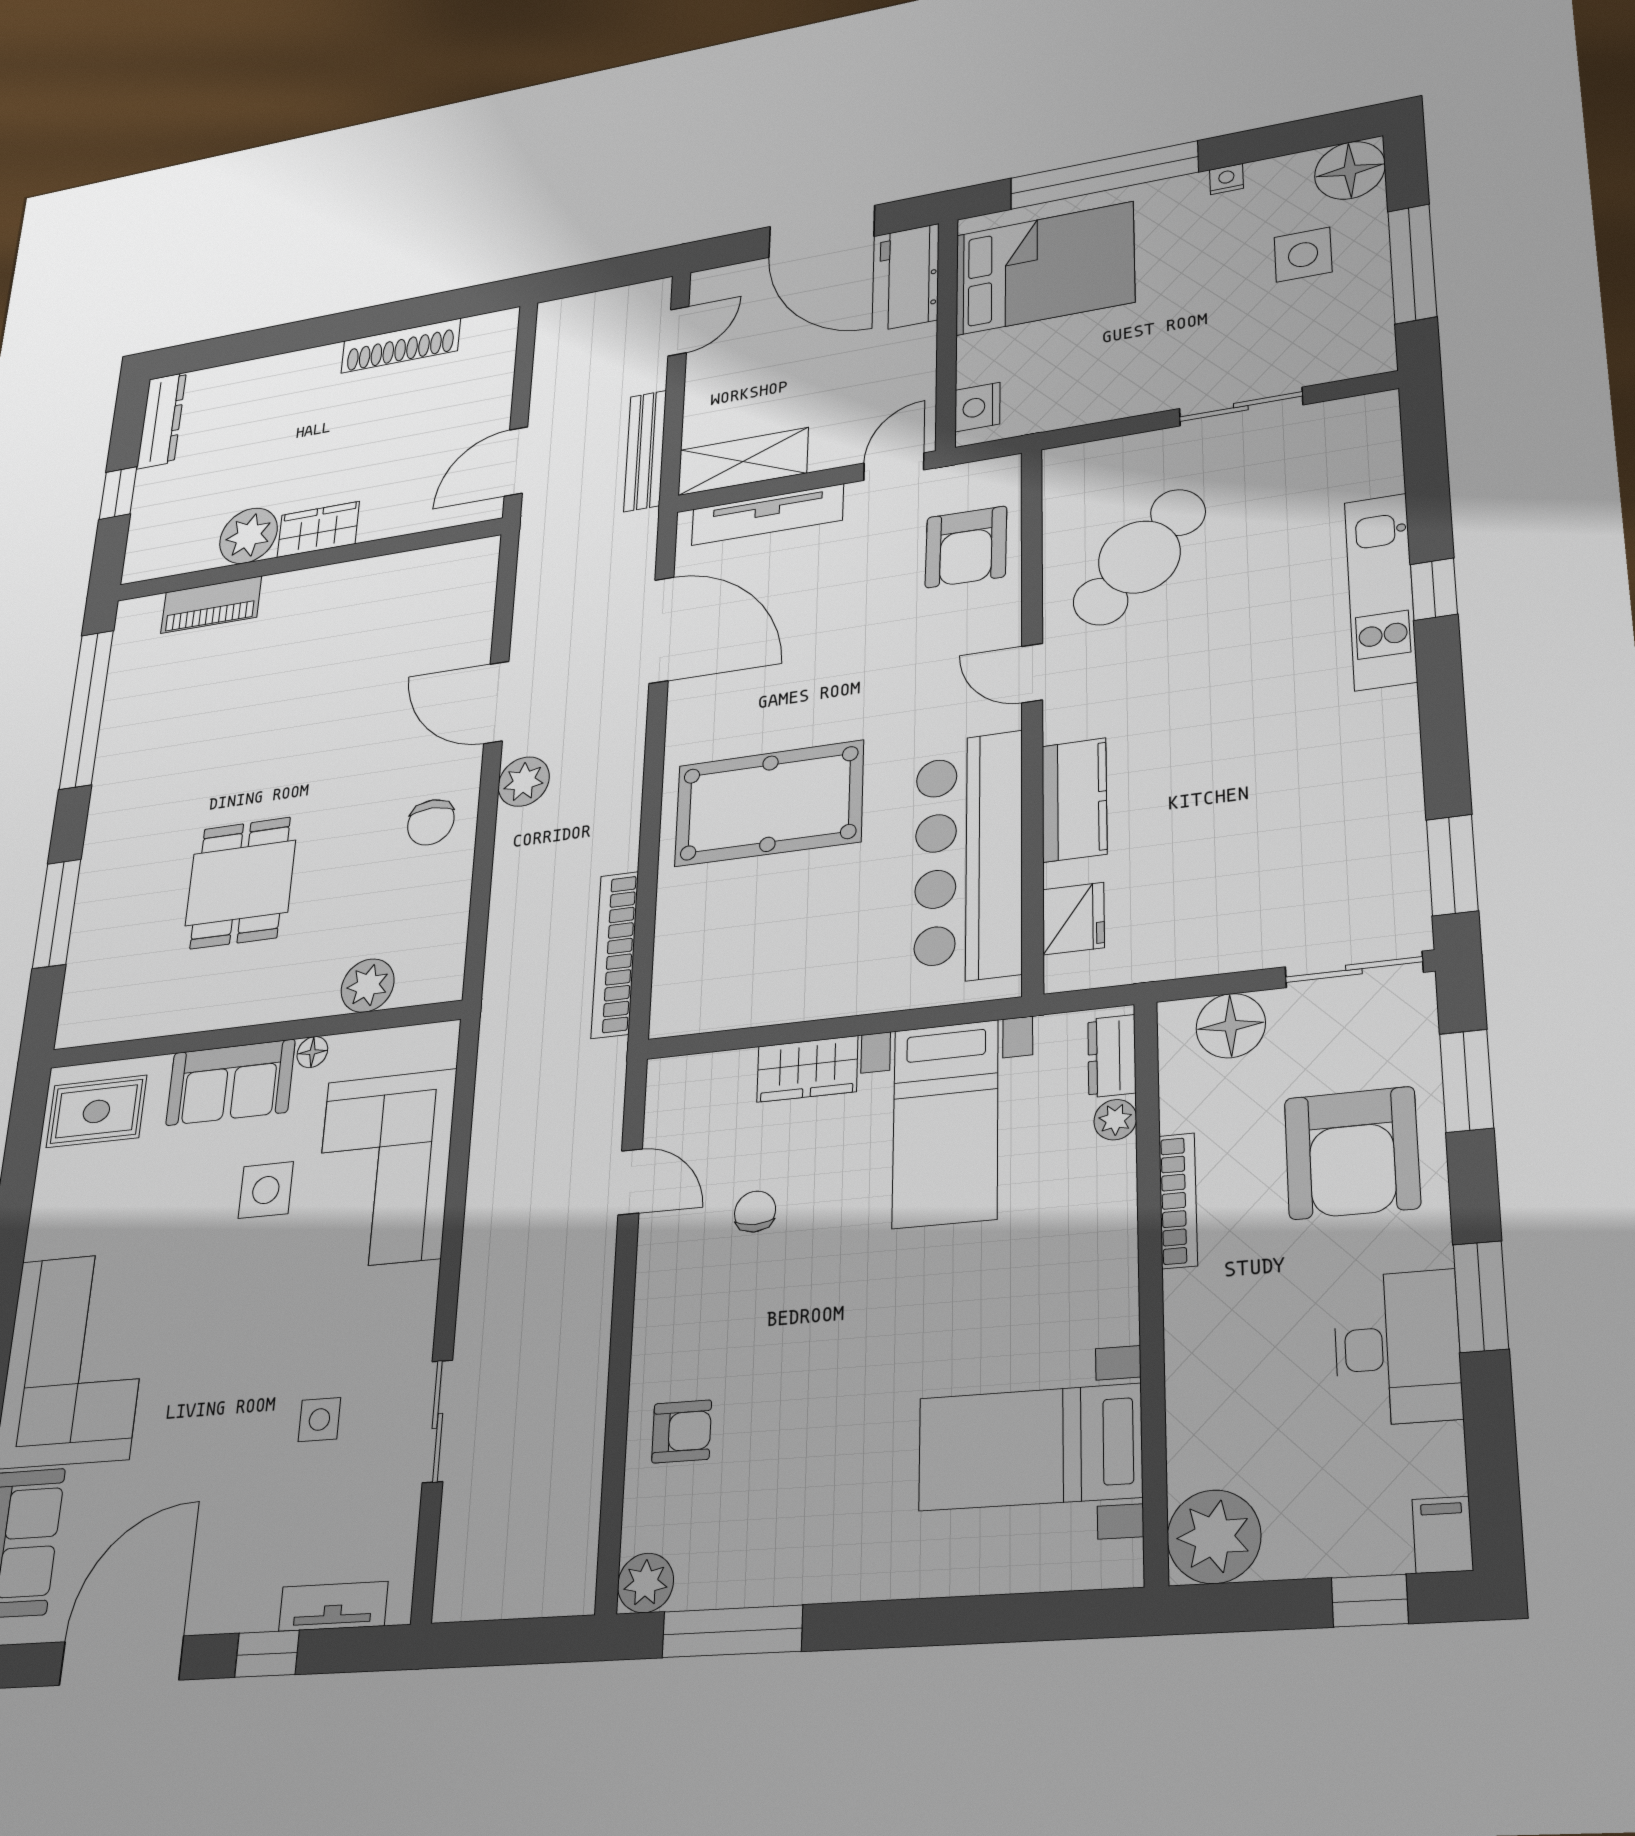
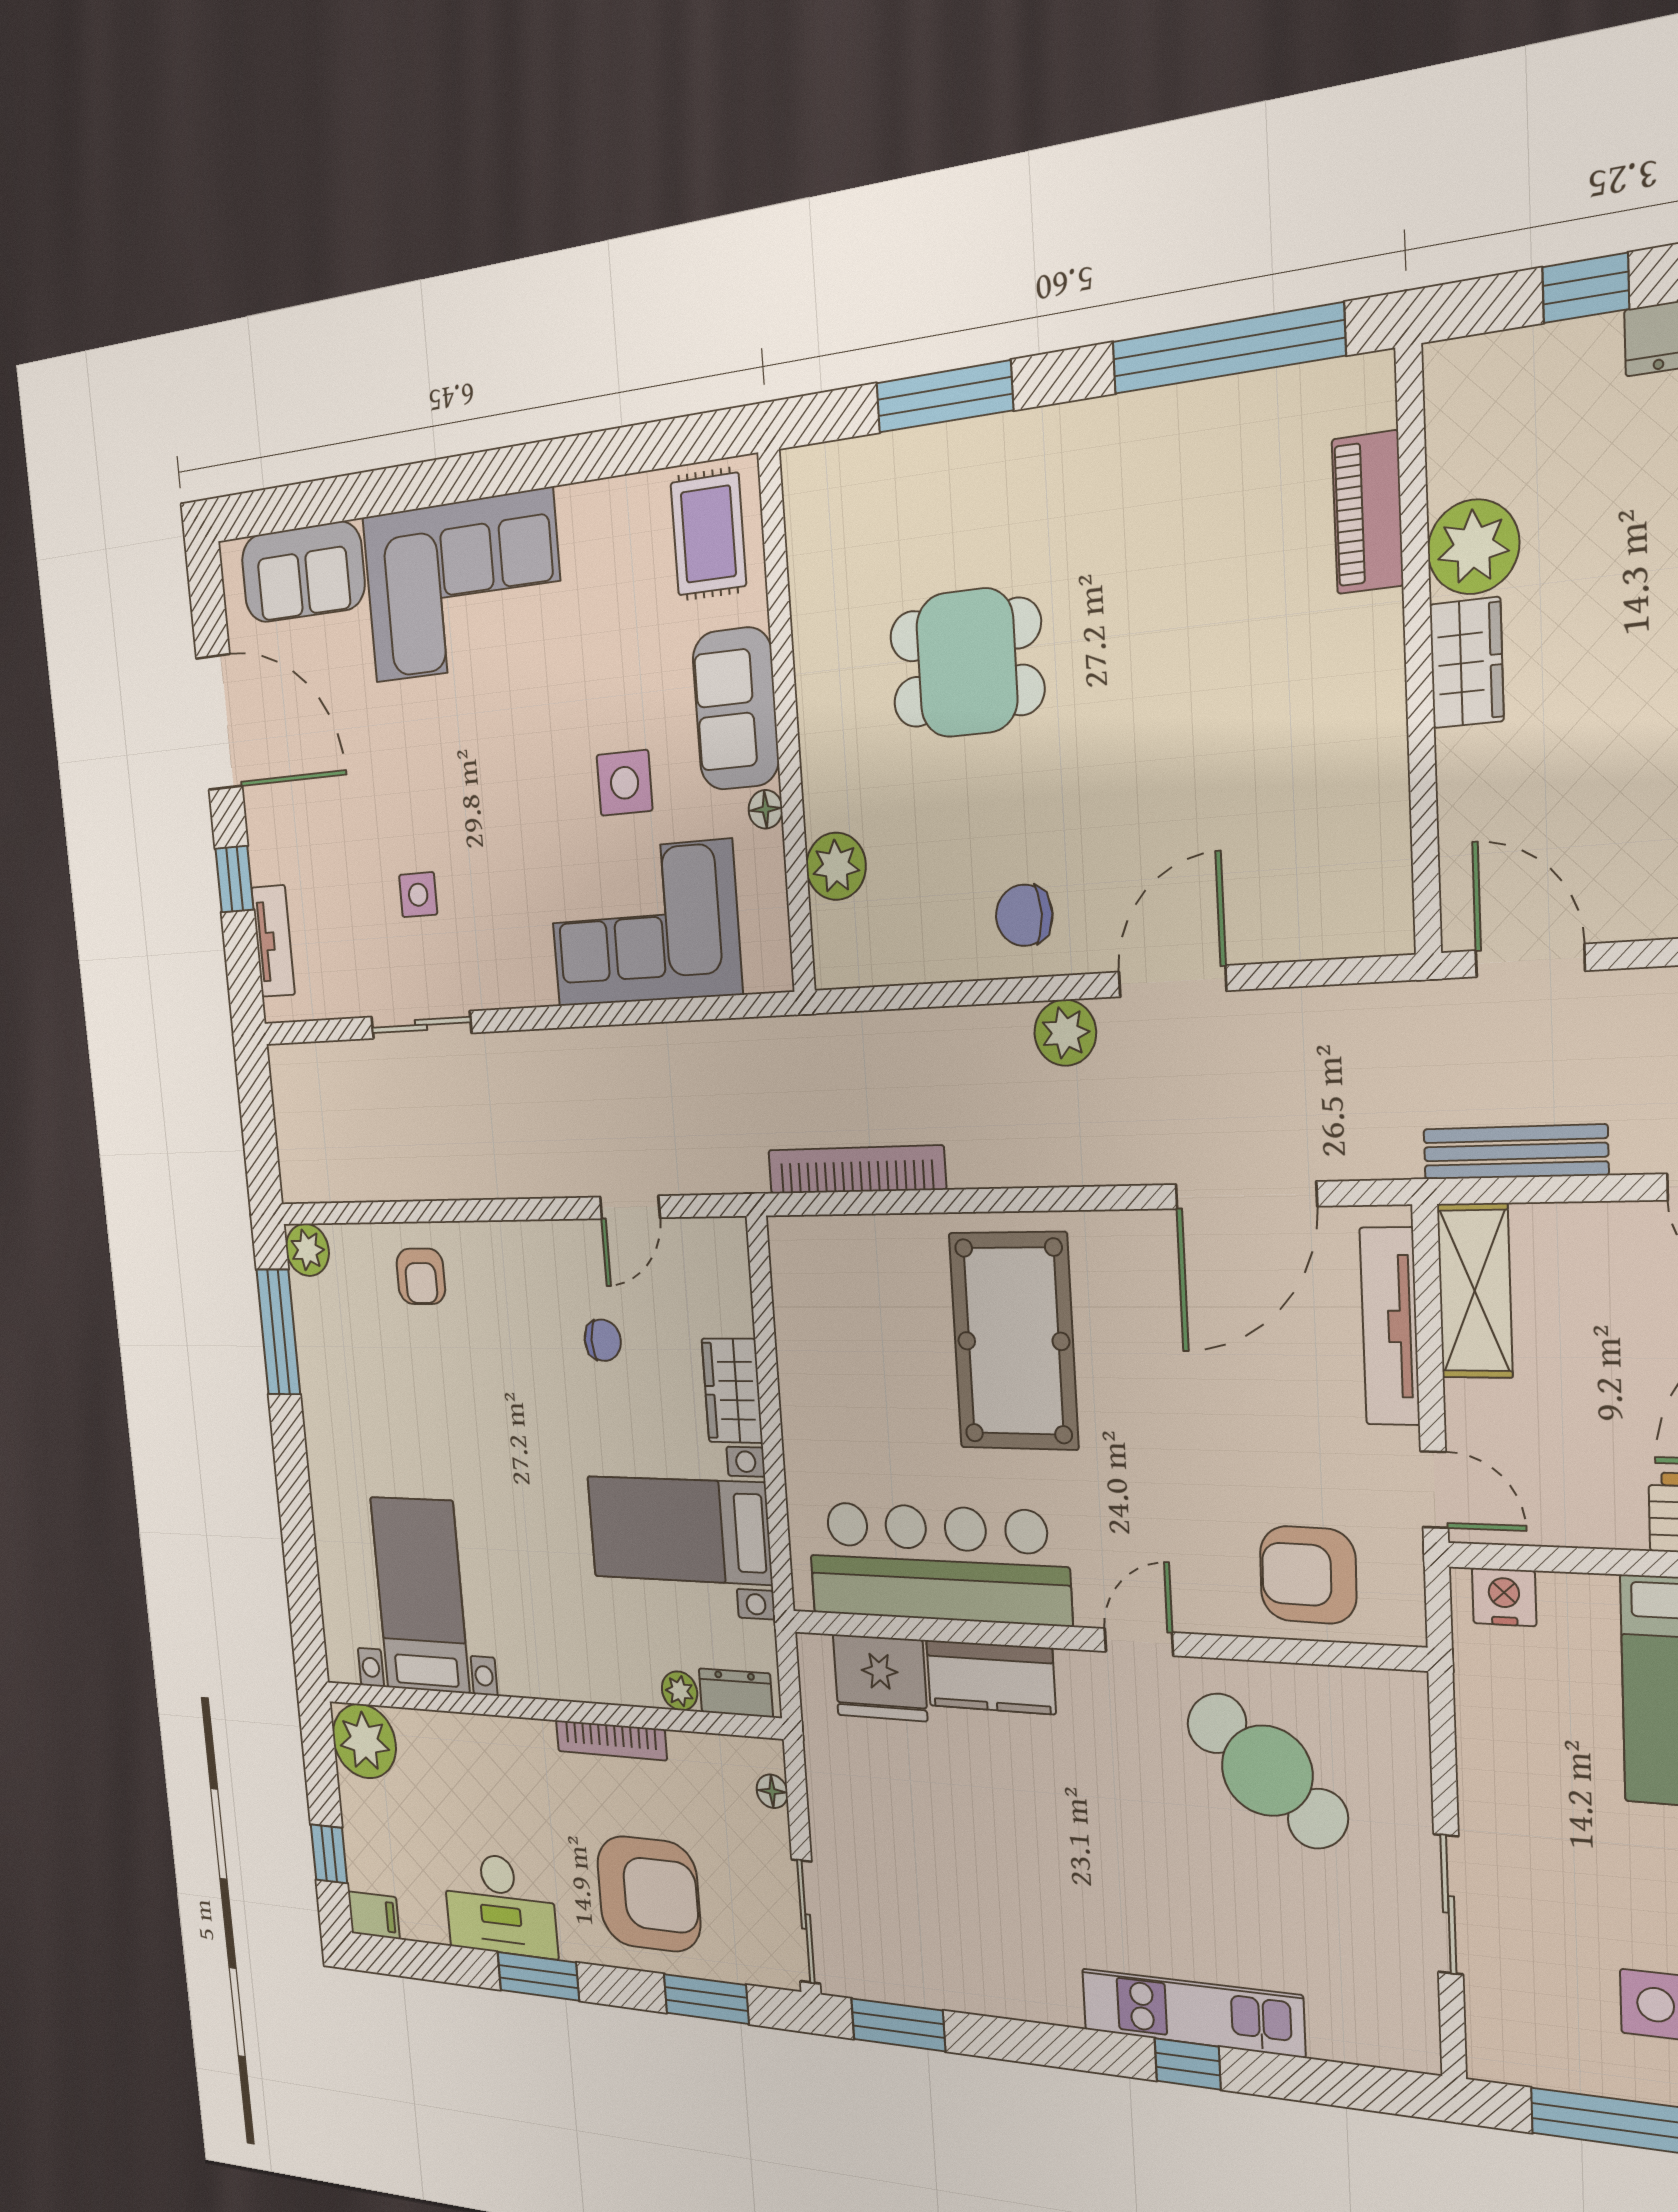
fridge: (1073, 919) -> (880, 1678), width x1.36, depth x1.34
floor lamp: (1231, 1026) -> (772, 1791), width x0.53, depth x0.53
armchair: (1352, 1153) -> (649, 1894), turned 180

